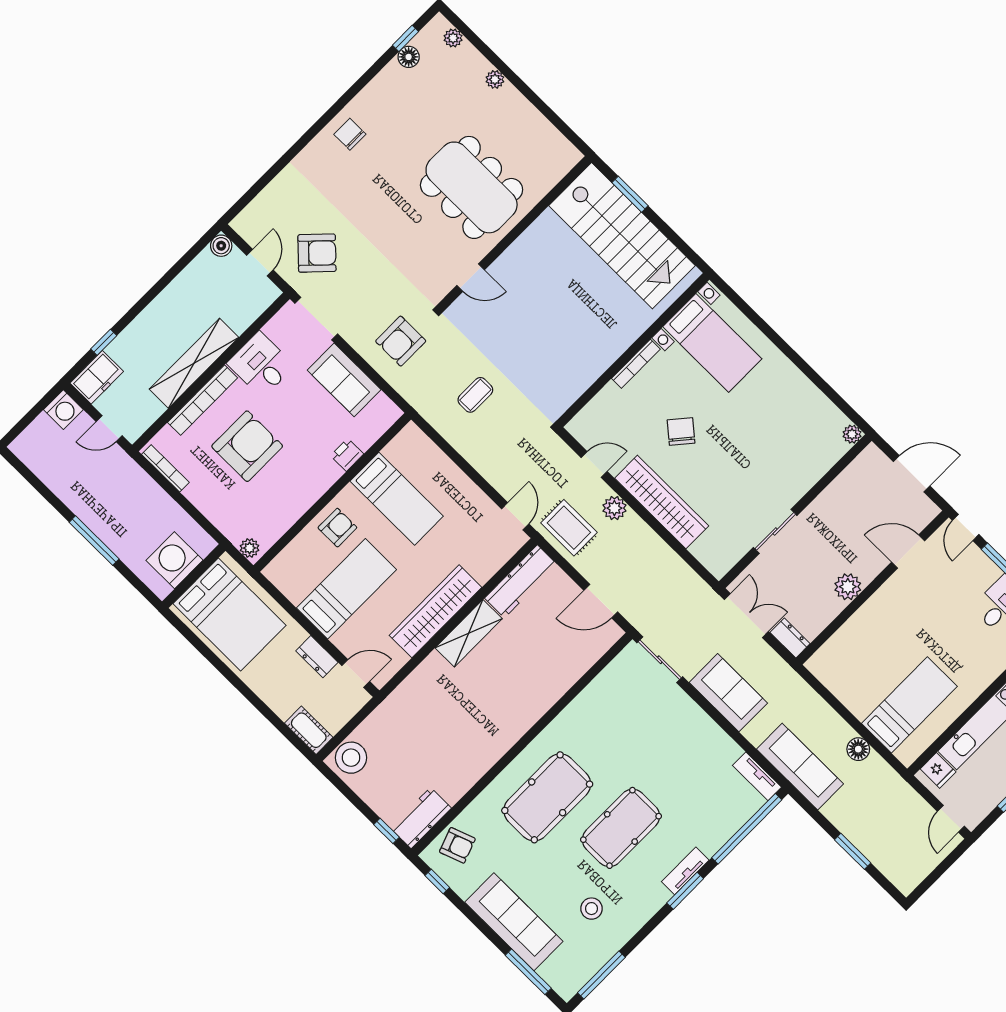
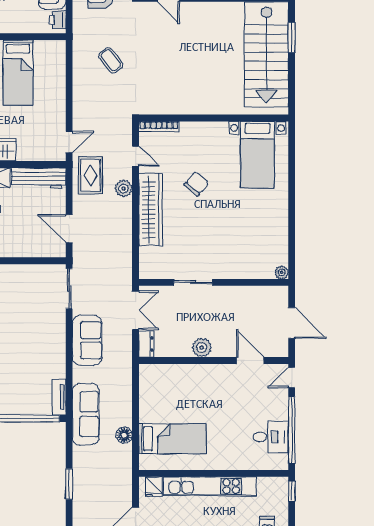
bookcase: (636, 364) -> (159, 126), moved
coffee table: (475, 395) -> (111, 60), turned 52
printer: (347, 455) -> (58, 20), moved, turned -90

